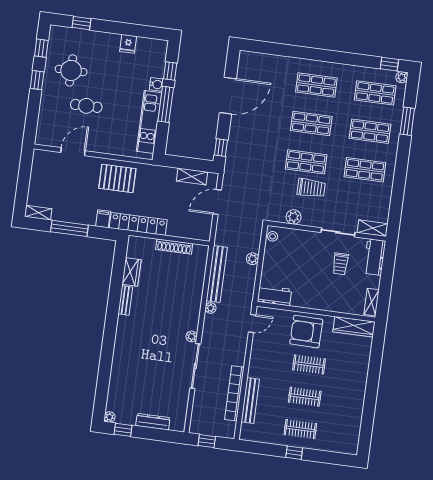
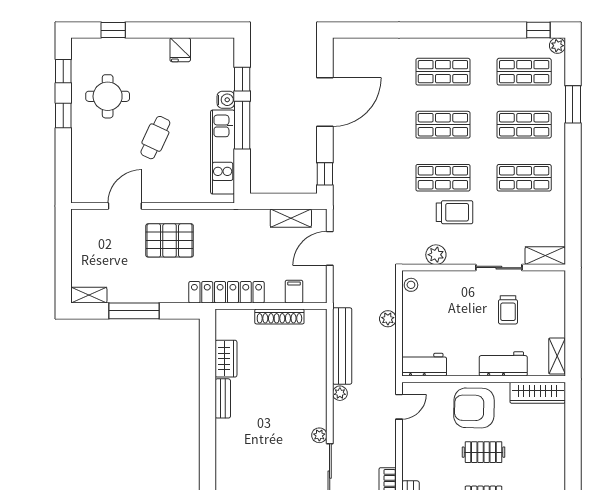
cafe table: (86, 106) -> (155, 138), moved, turned -65
pallet: (117, 178) -> (170, 240), moved
filing cabinet: (103, 219) -> (294, 292), moved
workbench: (374, 257) -> (503, 364), moved, turned 90

